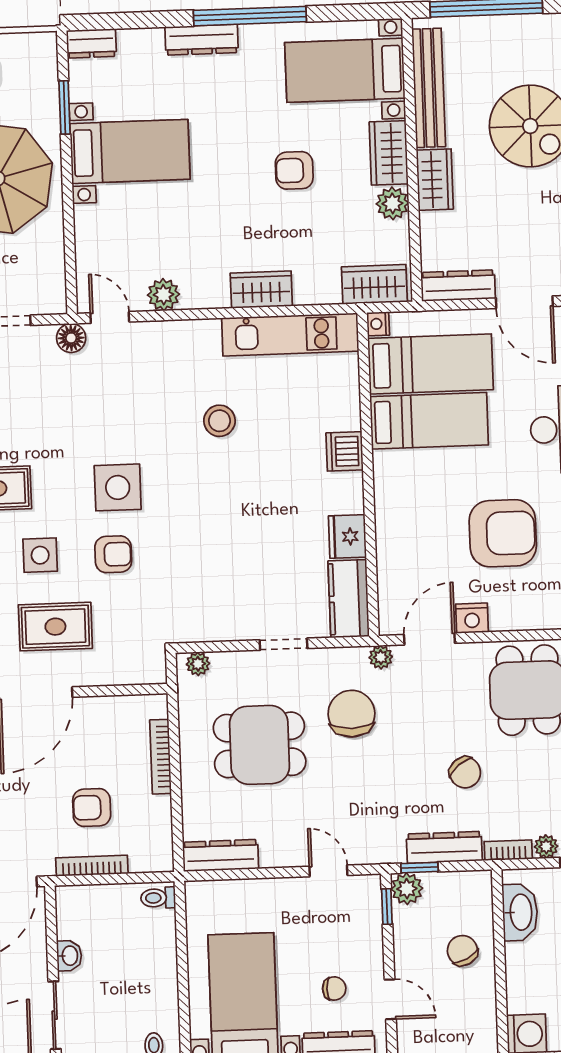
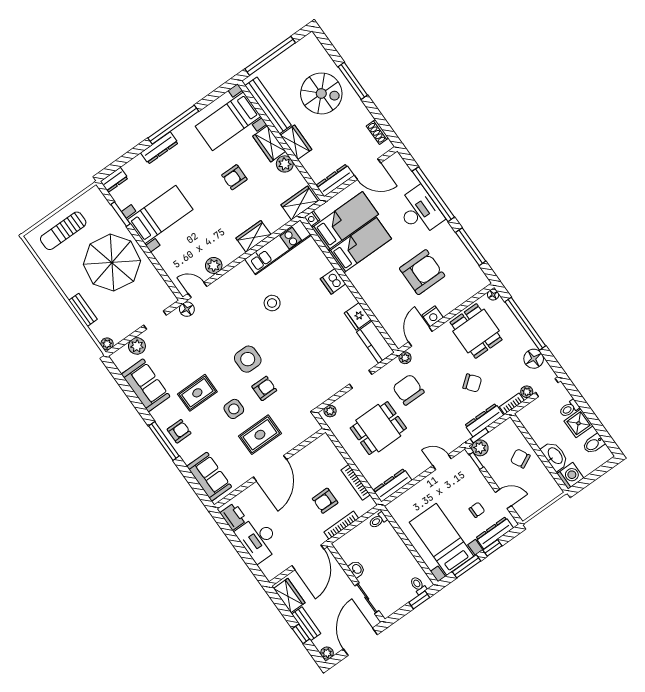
bookcase: (161, 757) -> (356, 482), moved
washbasin: (520, 912) -> (555, 456), moved

